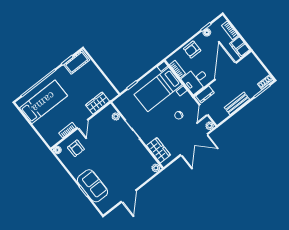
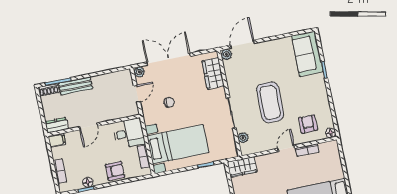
filing cabinet: (240, 47) -> (57, 140), width x0.50
door: (226, 71) -> (89, 126), width x0.53
dresser: (205, 94) -> (57, 125), moved
wardrobe: (98, 103) -> (242, 167), moved
bench: (237, 103) -> (76, 86), moved
coffee table: (109, 150) -> (270, 102), added
sofa: (93, 186) -> (307, 54), moved
door: (129, 196) -> (242, 44), moved

